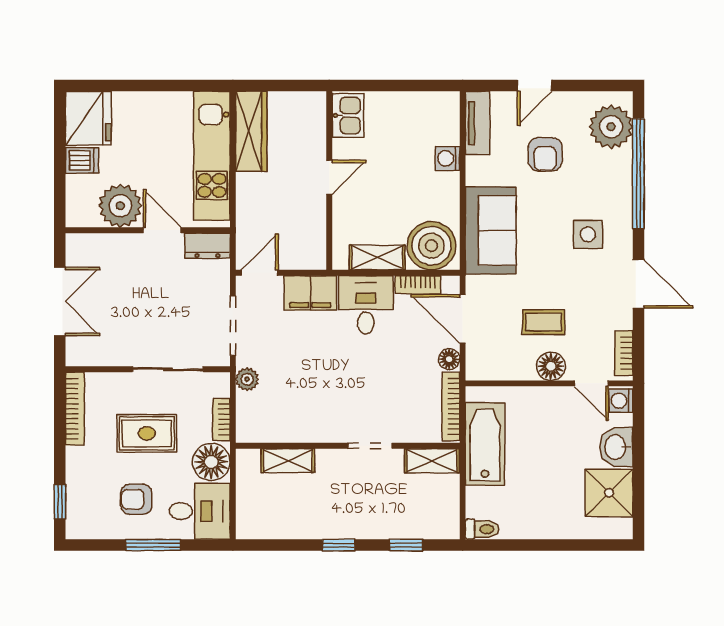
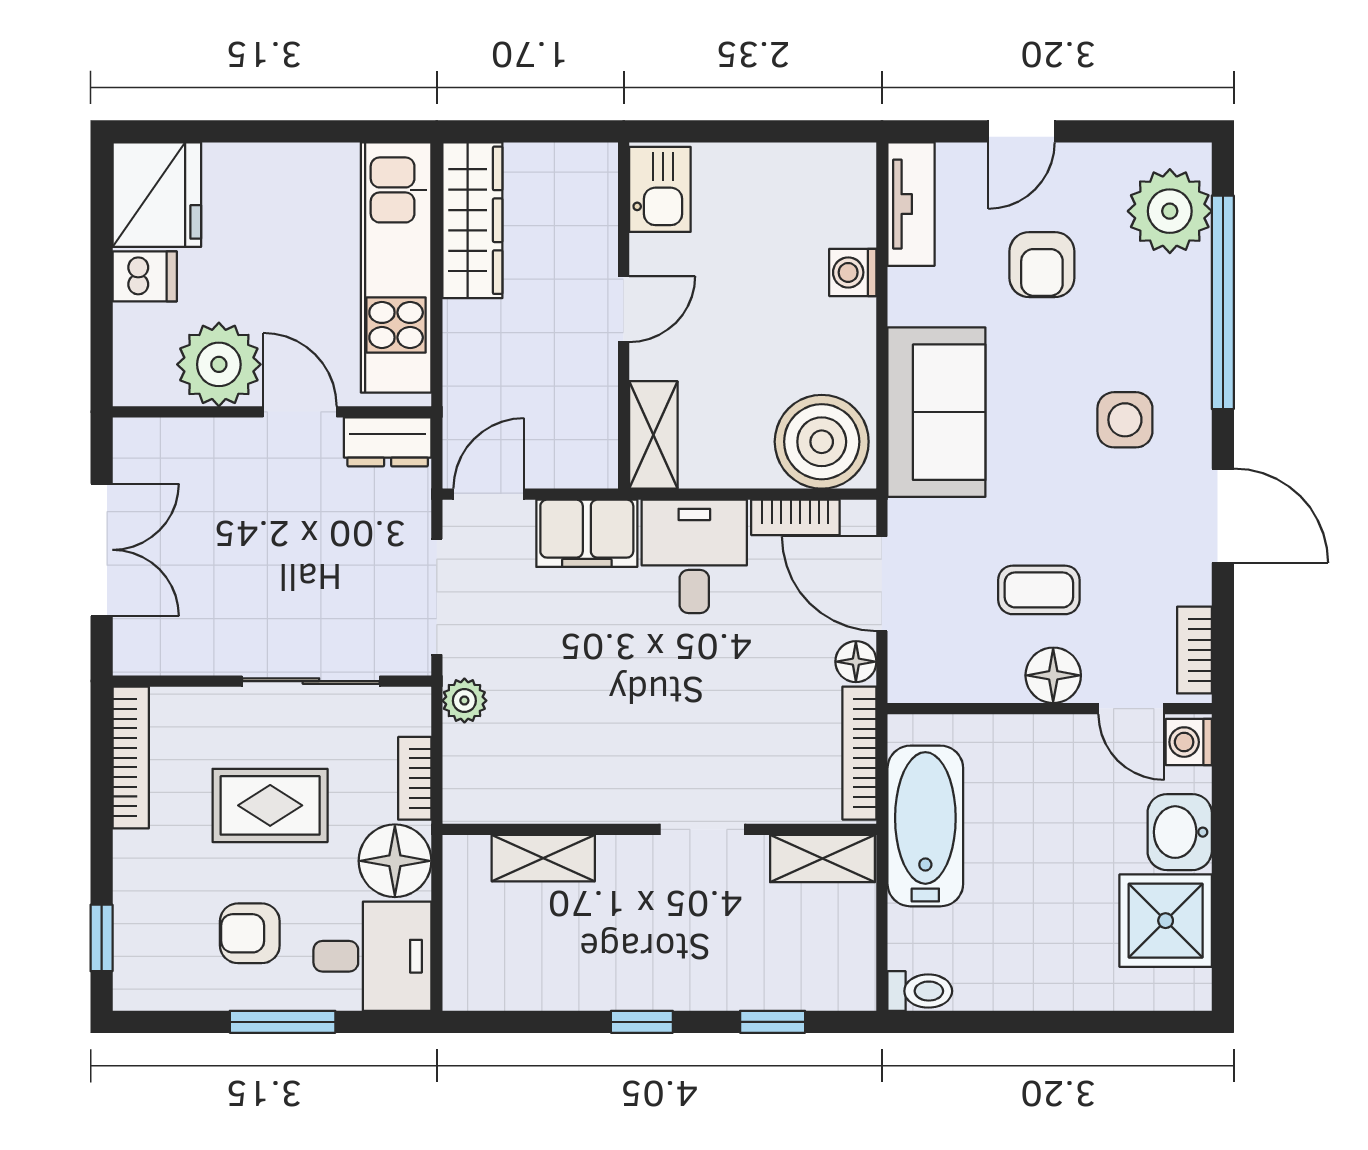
shelving: (377, 257) -> (653, 435), moved, turned 90

